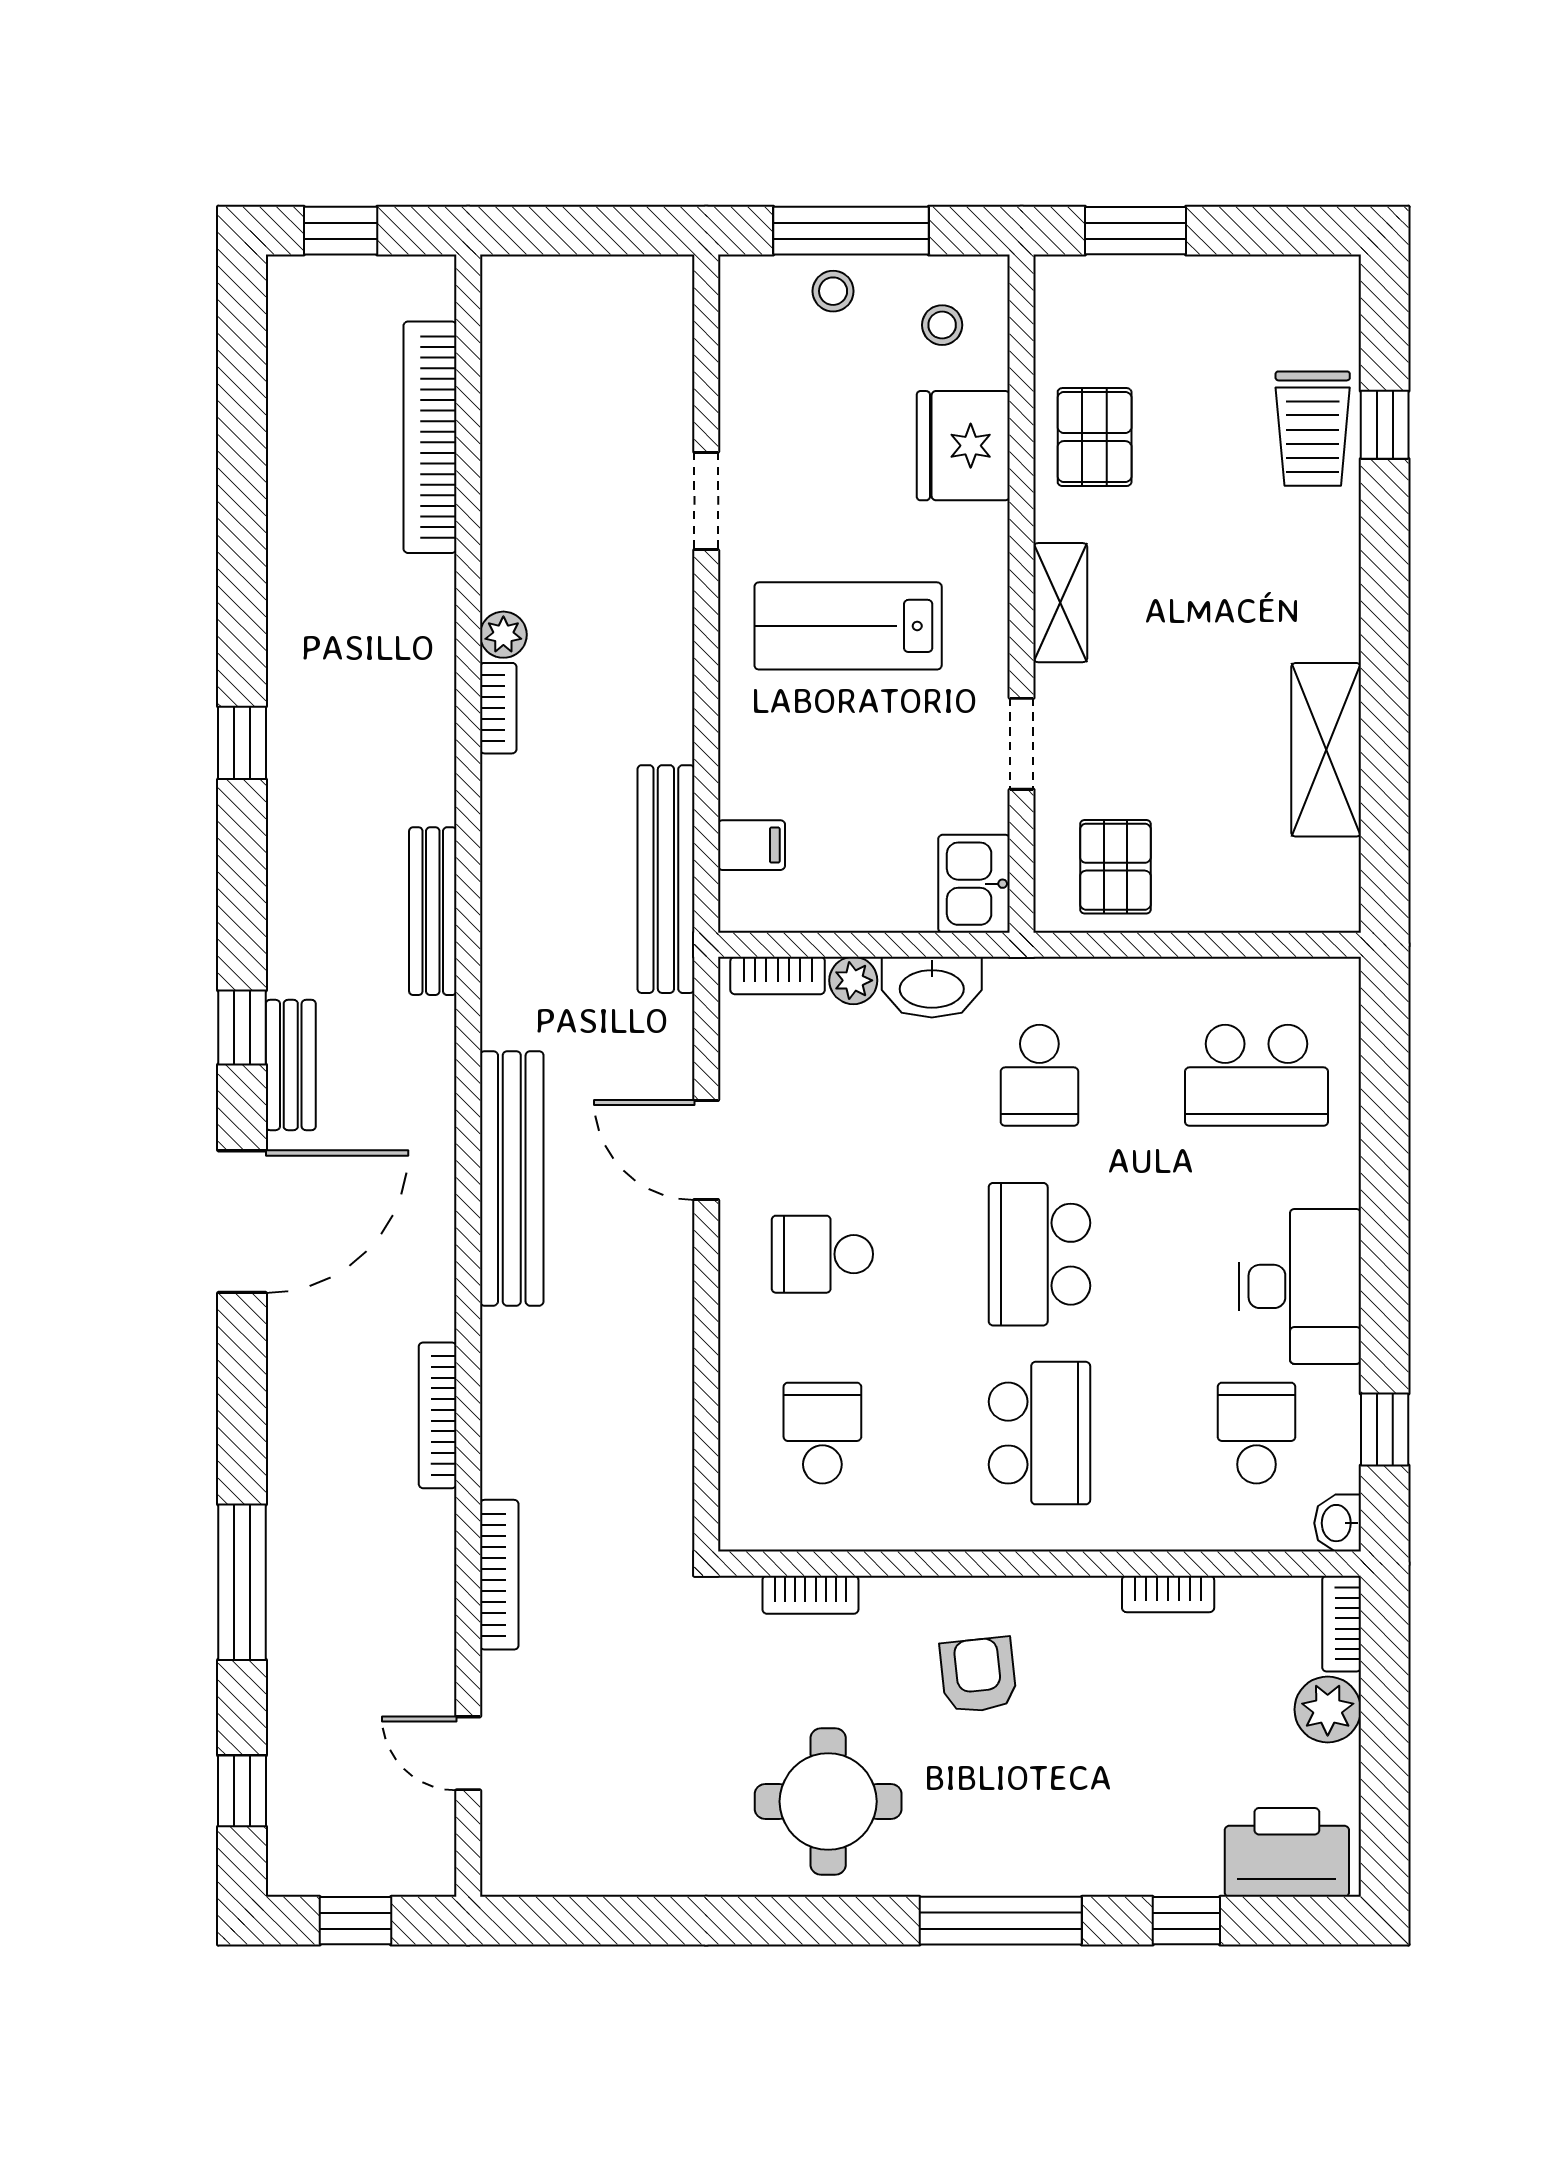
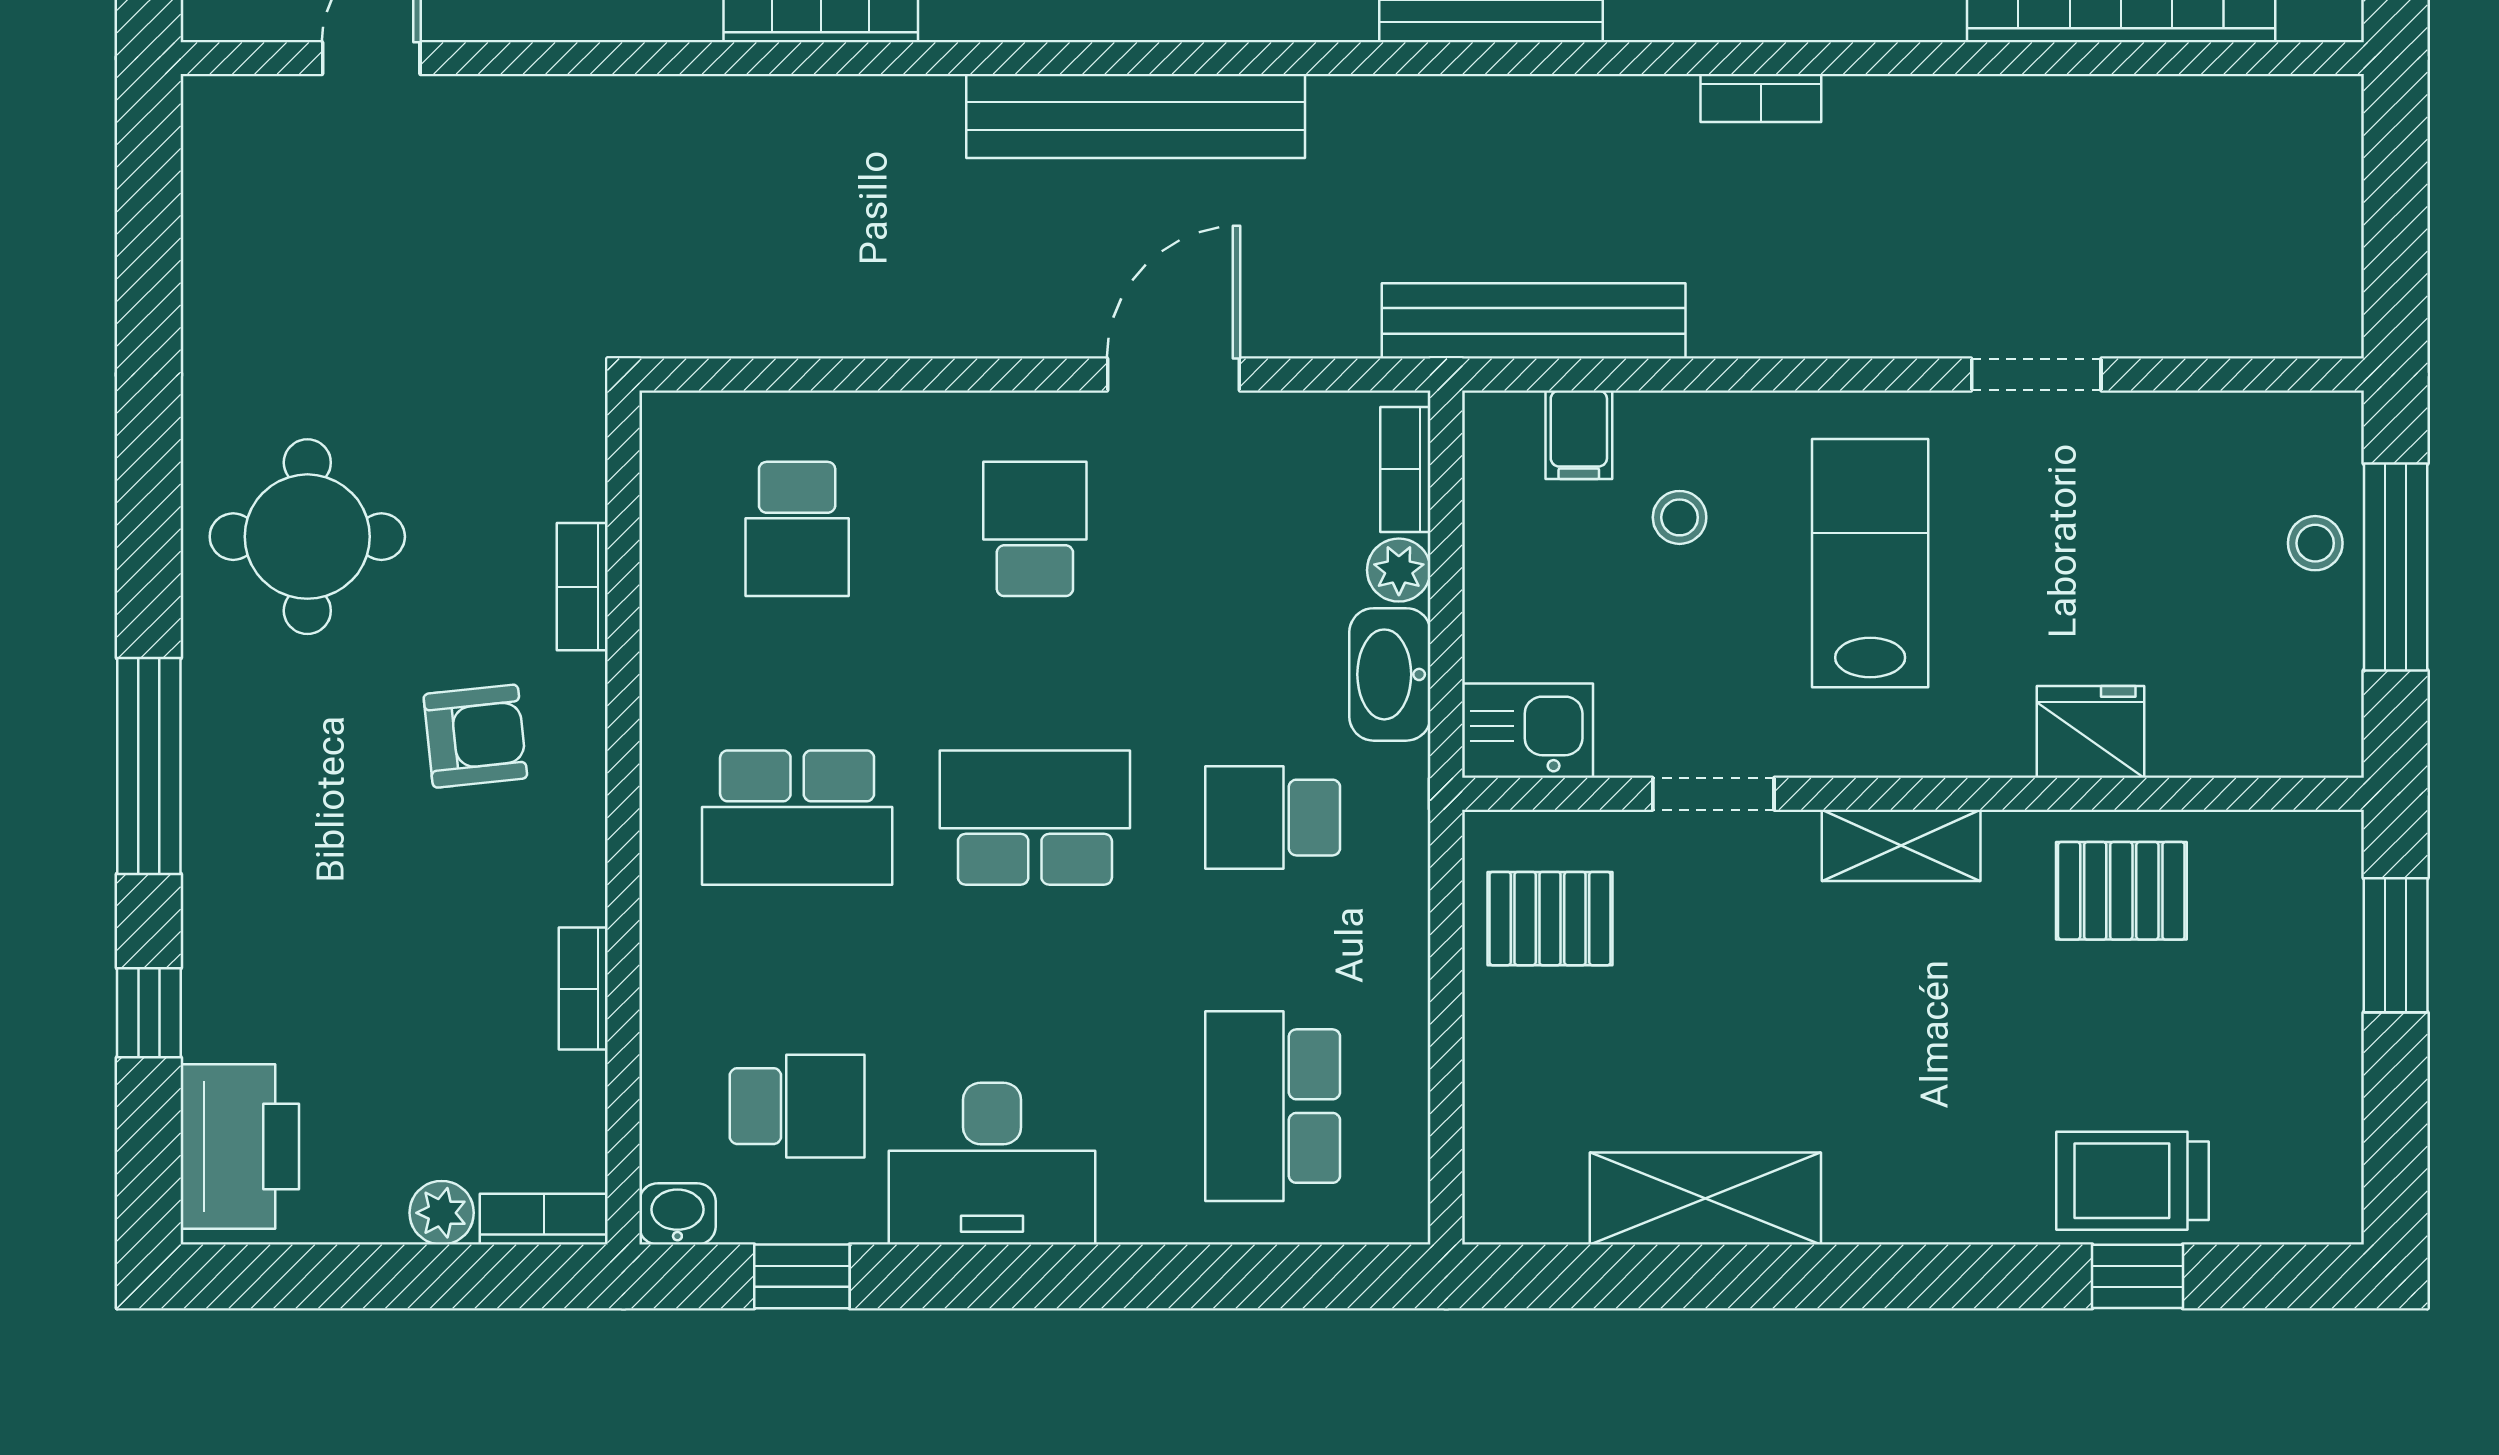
stool: (942, 325) -> (1680, 517), moved
fridge: (963, 446) -> (2090, 732), width x0.73, depth x0.75
plant: (503, 635) -> (1858, 105), removed
school desk: (822, 1433) -> (797, 529), turned 90
bookcase: (499, 1575) -> (609, 99), removed
bookcase: (810, 1595) -> (582, 587), moved
plant: (1328, 1709) -> (442, 1213), width x0.73, depth x0.73

